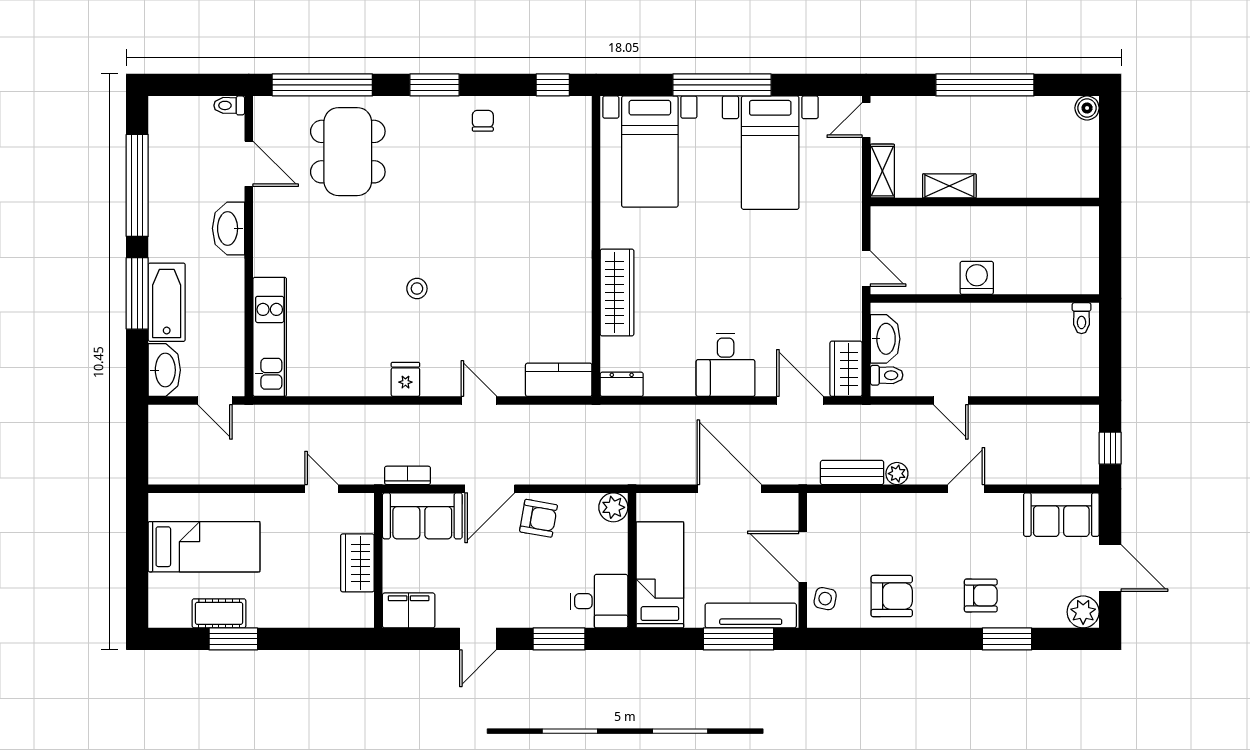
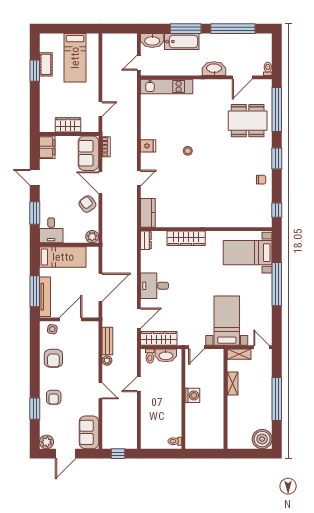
boiler: (1087, 108) -> (262, 439), width x1.86, depth x1.86
bed with nightstands: (770, 153) -> (227, 321), moved, turned 90
wardrobe: (846, 369) -> (159, 338), width x1.50
armchair: (539, 518) -> (87, 204), turned 134

